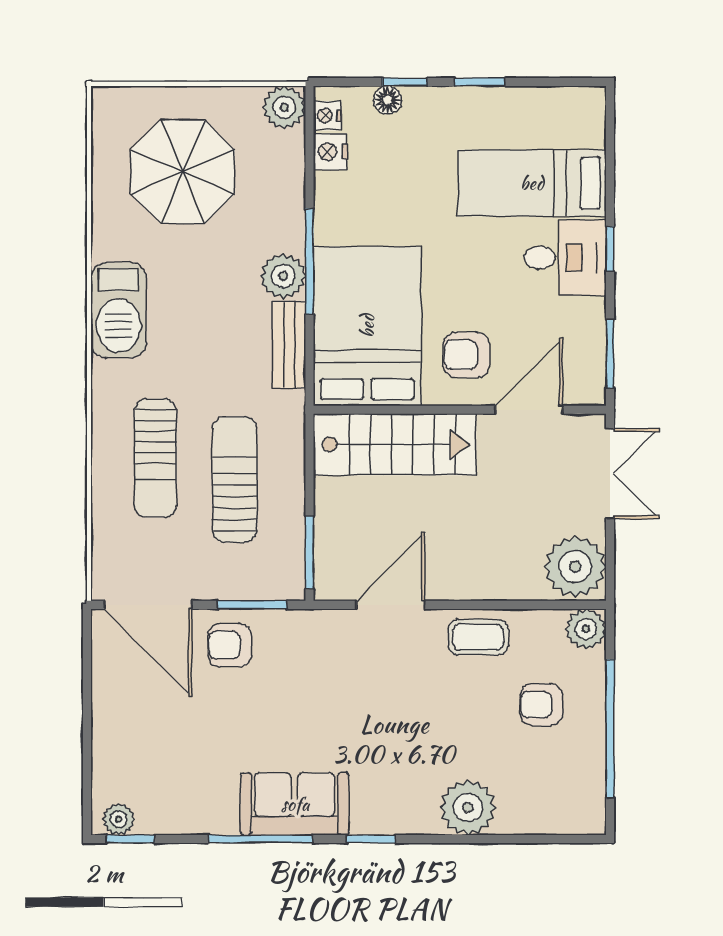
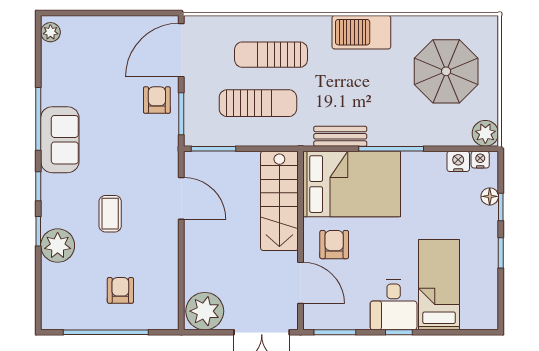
plant: (283, 276) -> (382, 133), removed
plant: (586, 629) -> (167, 318), removed
coffee table: (478, 637) -> (110, 214), moved
window: (130, 839) -> (38, 231), moved

